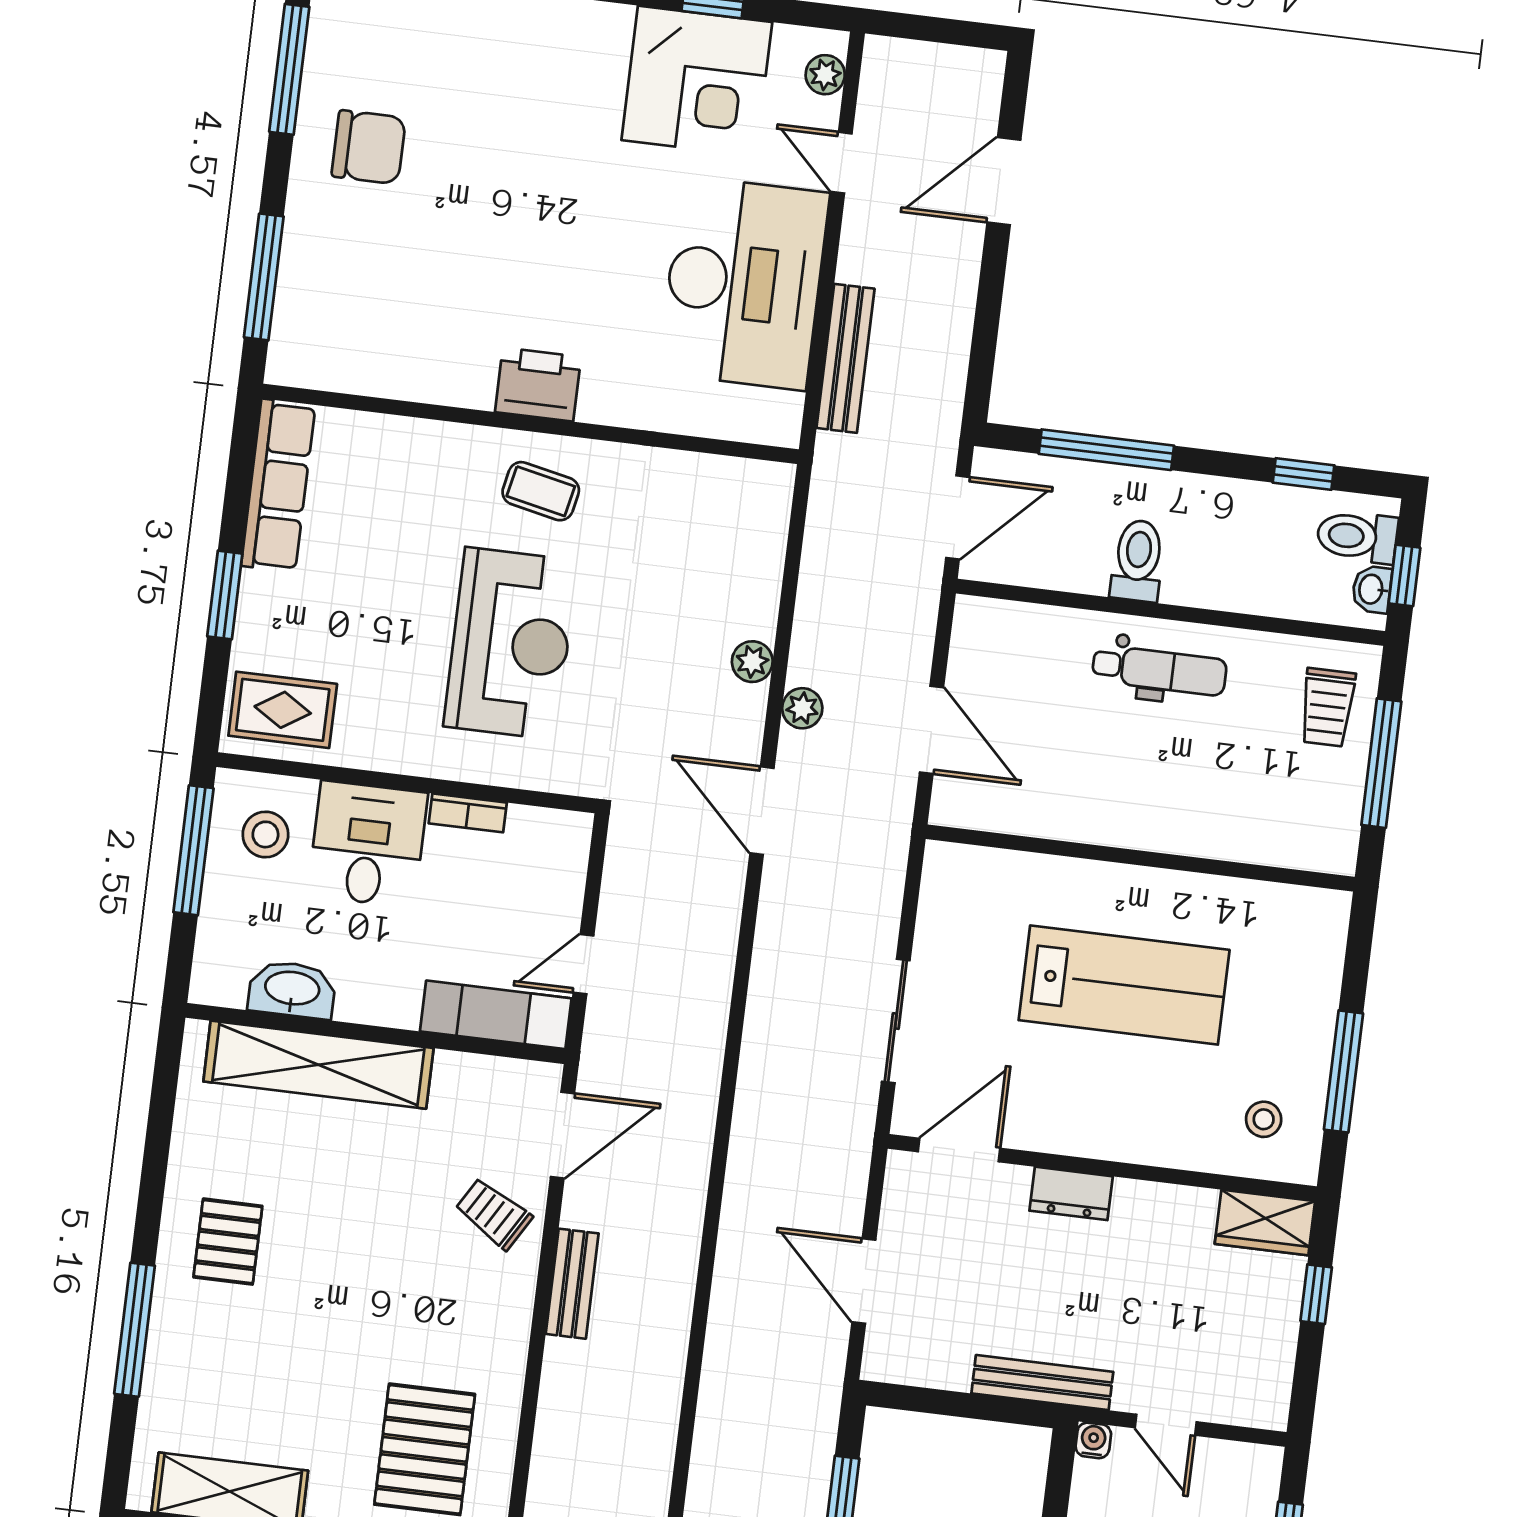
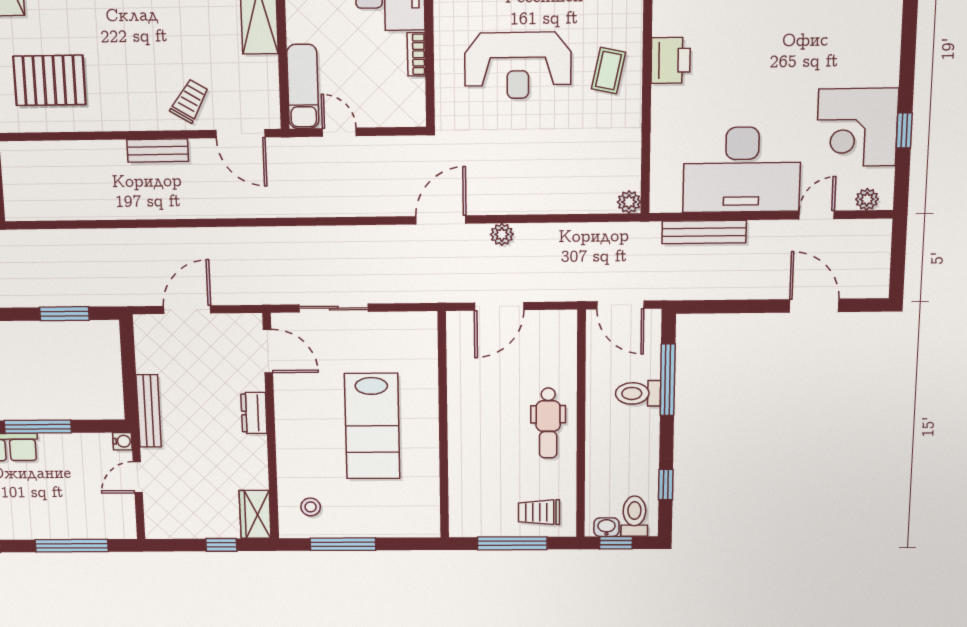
toilet: (1138, 561) -> (638, 393), moved, turned 180
plant: (752, 662) -> (629, 202), moved

